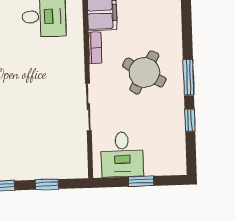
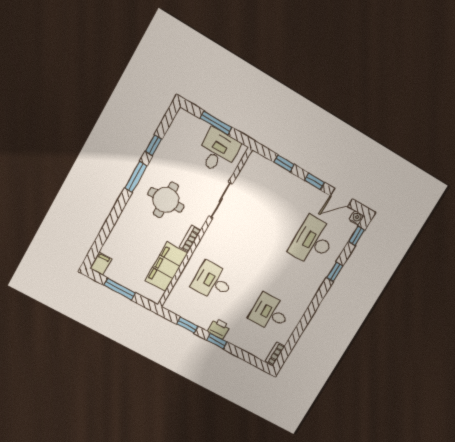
round table: (144, 72) -> (166, 200), turned -30
window: (141, 181) -> (216, 123), width x1.50

